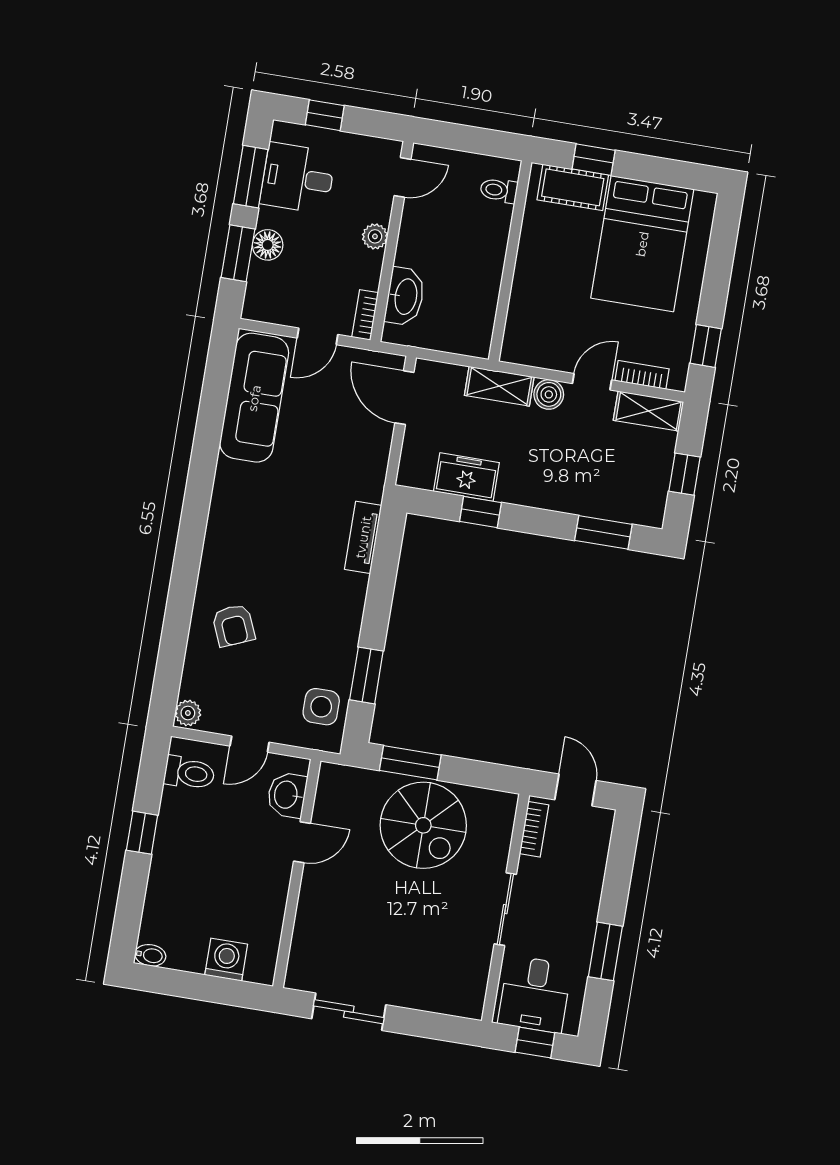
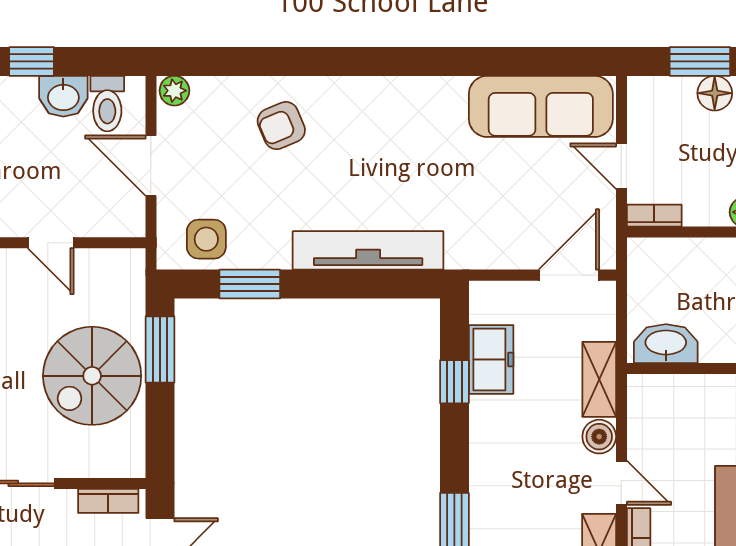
washbasin: (405, 296) -> (666, 344), moved, turned 180
tv unit: (363, 537) -> (368, 250), width x1.92, depth x1.29
door: (250, 744) -> (151, 166), width x1.38
washbasin: (287, 795) -> (63, 96), moved, turned 180

